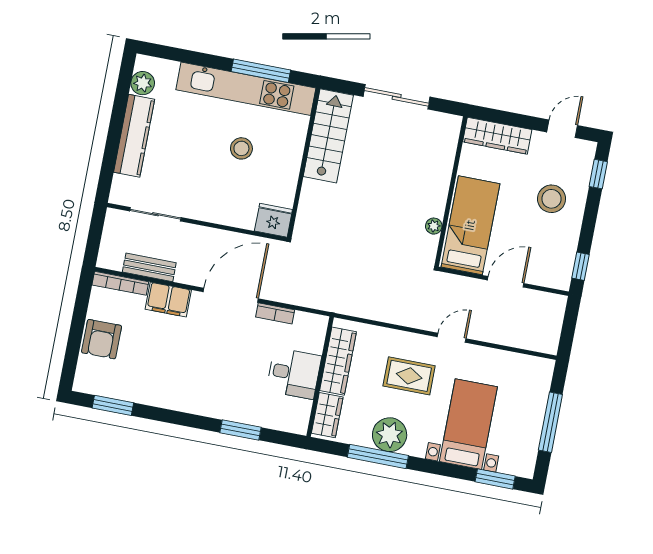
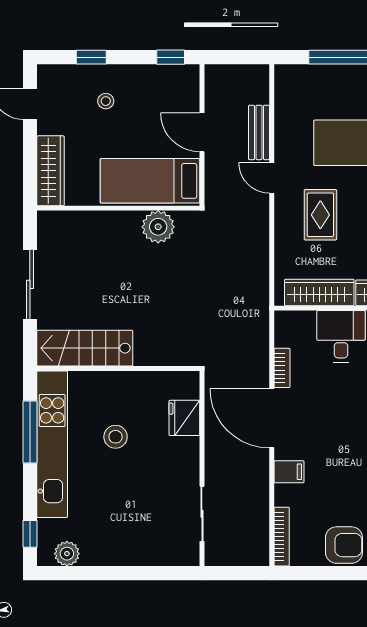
window: (167, 53) -> (30, 534), added
kitchen counter: (134, 136) -> (124, 552), removed
window: (598, 174) -> (91, 57), moved
stool: (552, 199) -> (106, 101), width x0.53, depth x0.53
fridge: (273, 220) -> (184, 418), moved
plant: (434, 226) -> (158, 227), width x1.88, depth x1.88
bench: (149, 267) -> (259, 132), moved
filing cabinet: (168, 300) -> (289, 472), width x0.50

